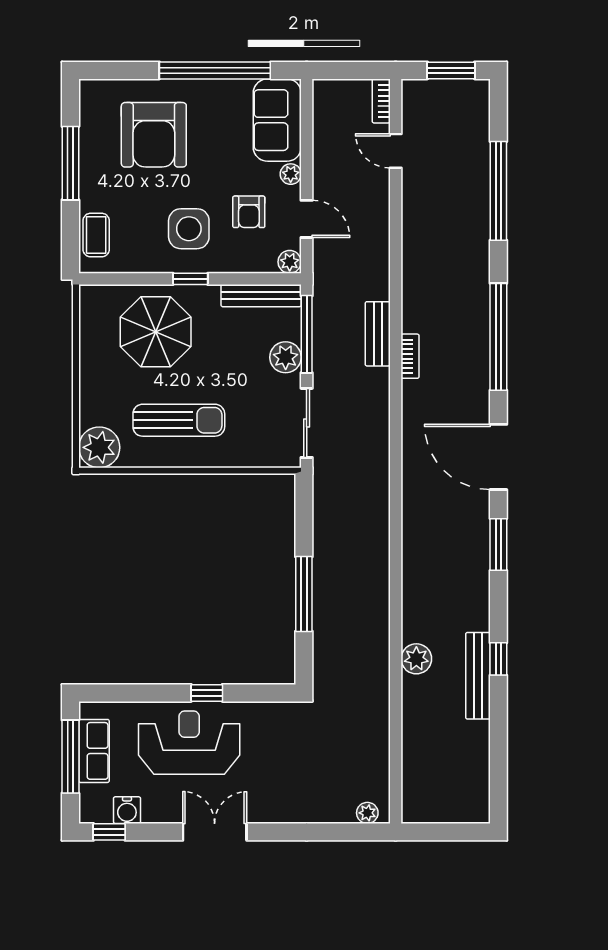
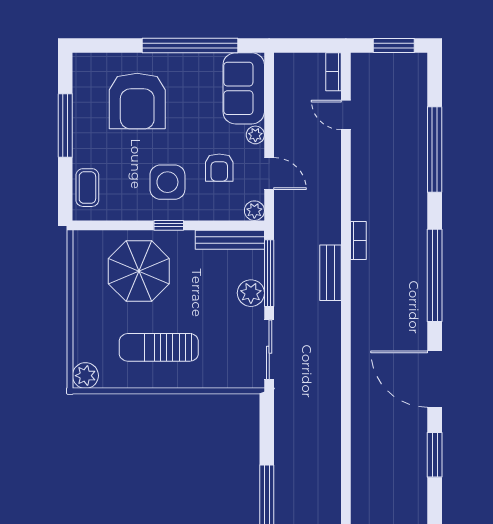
bookcase: (410, 356) -> (358, 240), moved
sun lounger: (179, 420) -> (159, 347), turned 180
plant: (99, 447) -> (85, 376), width x0.73, depth x0.73

